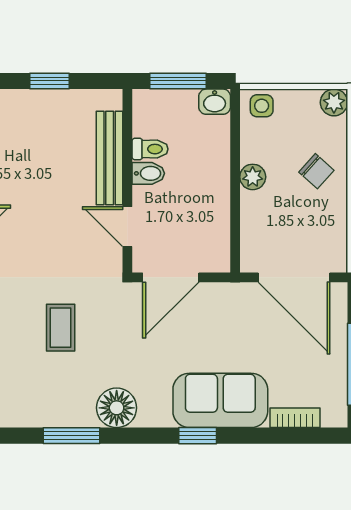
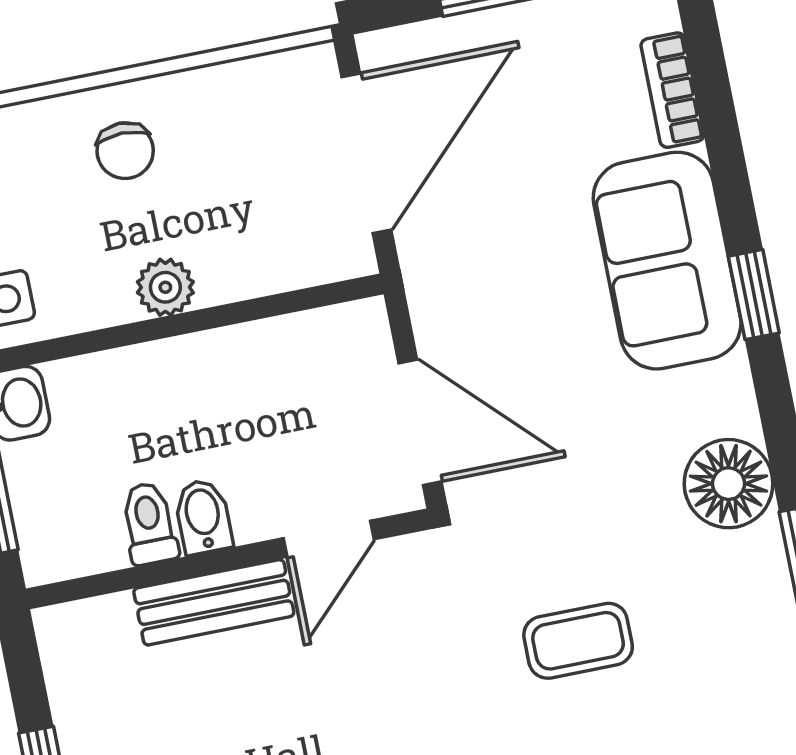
bench: (110, 158) -> (214, 602), width x0.73
chair: (316, 171) -> (125, 151), turned 138

